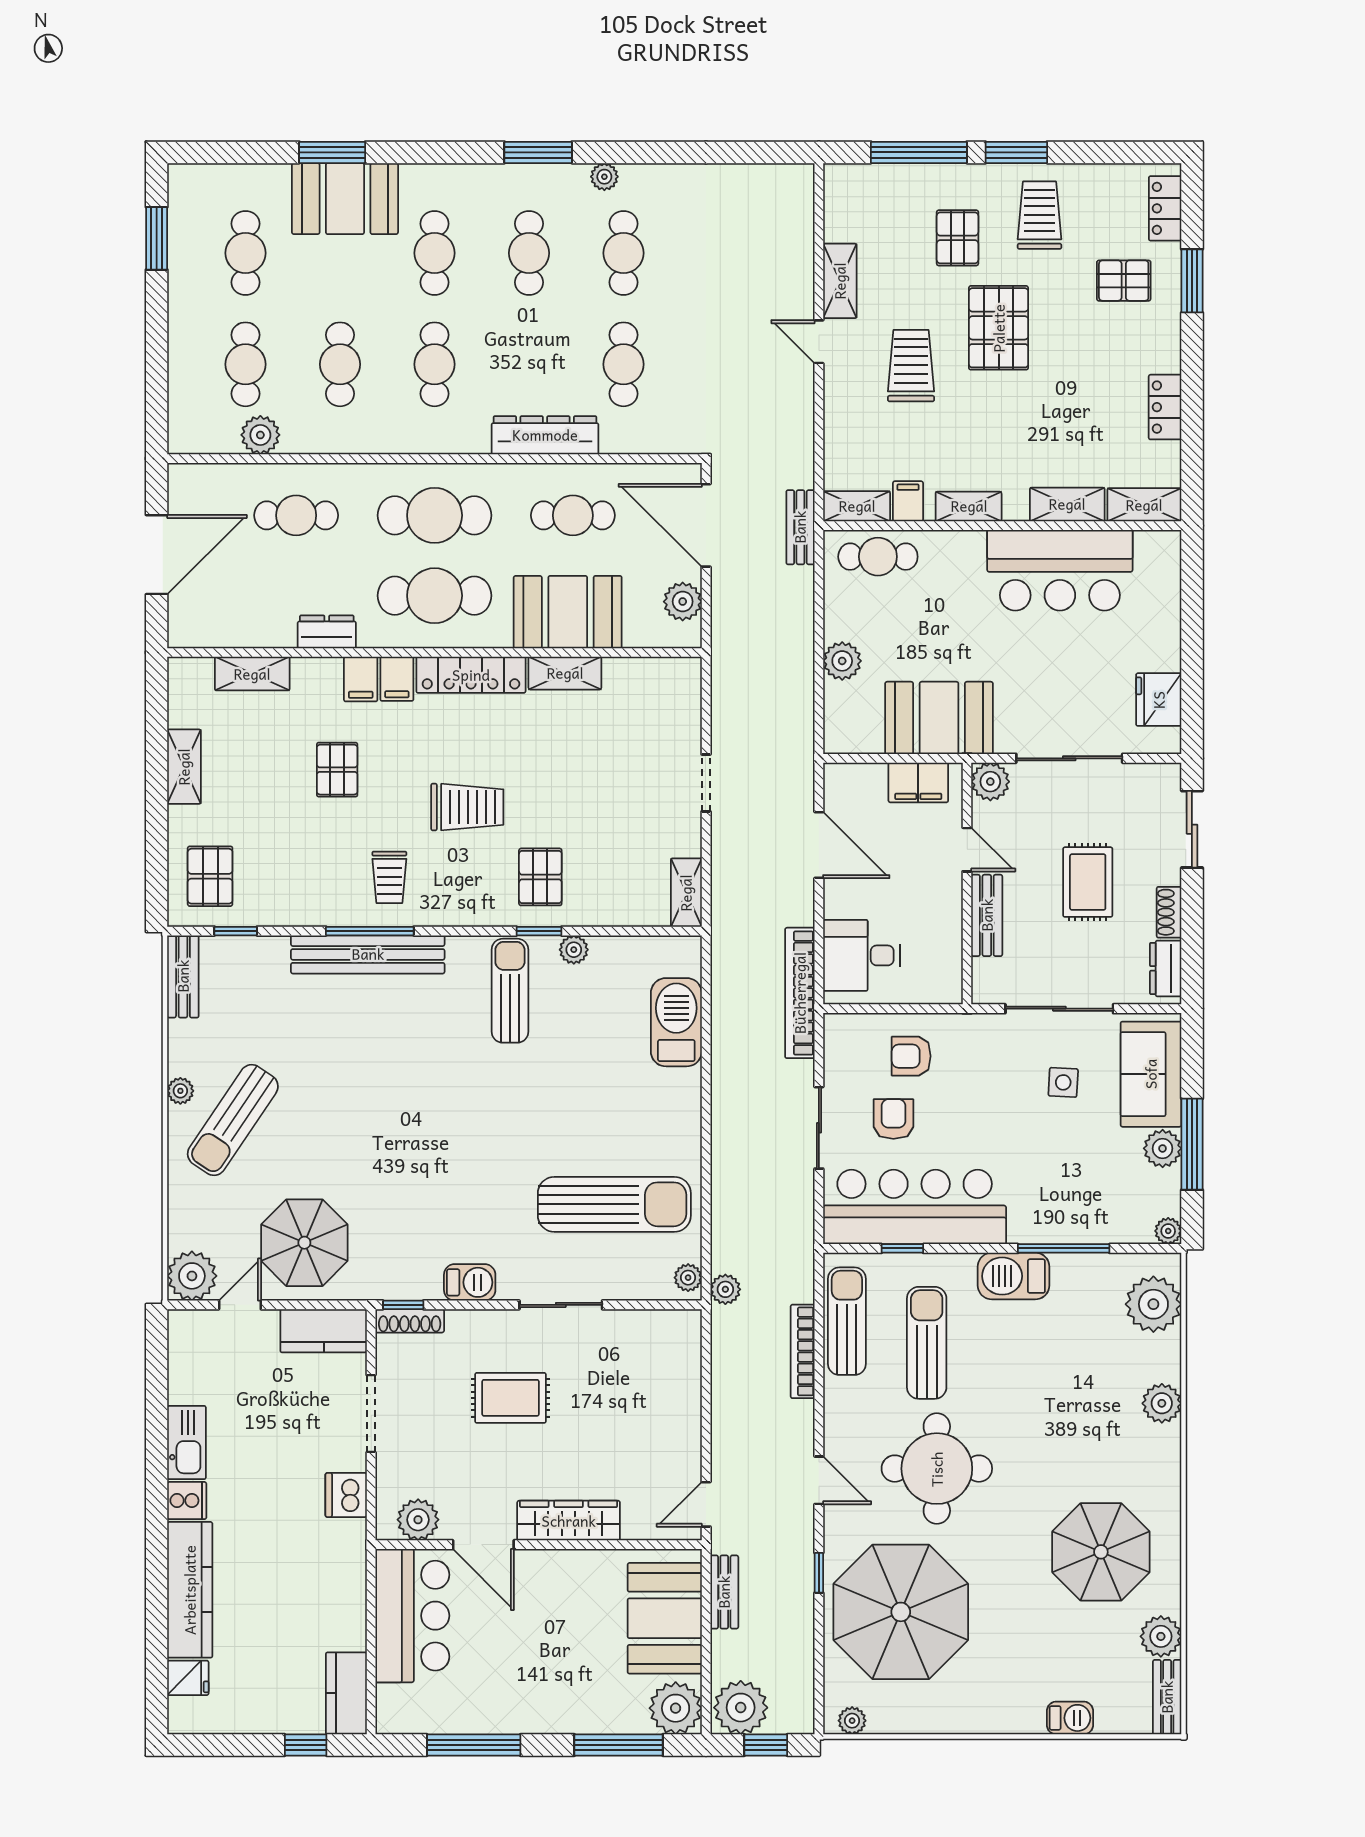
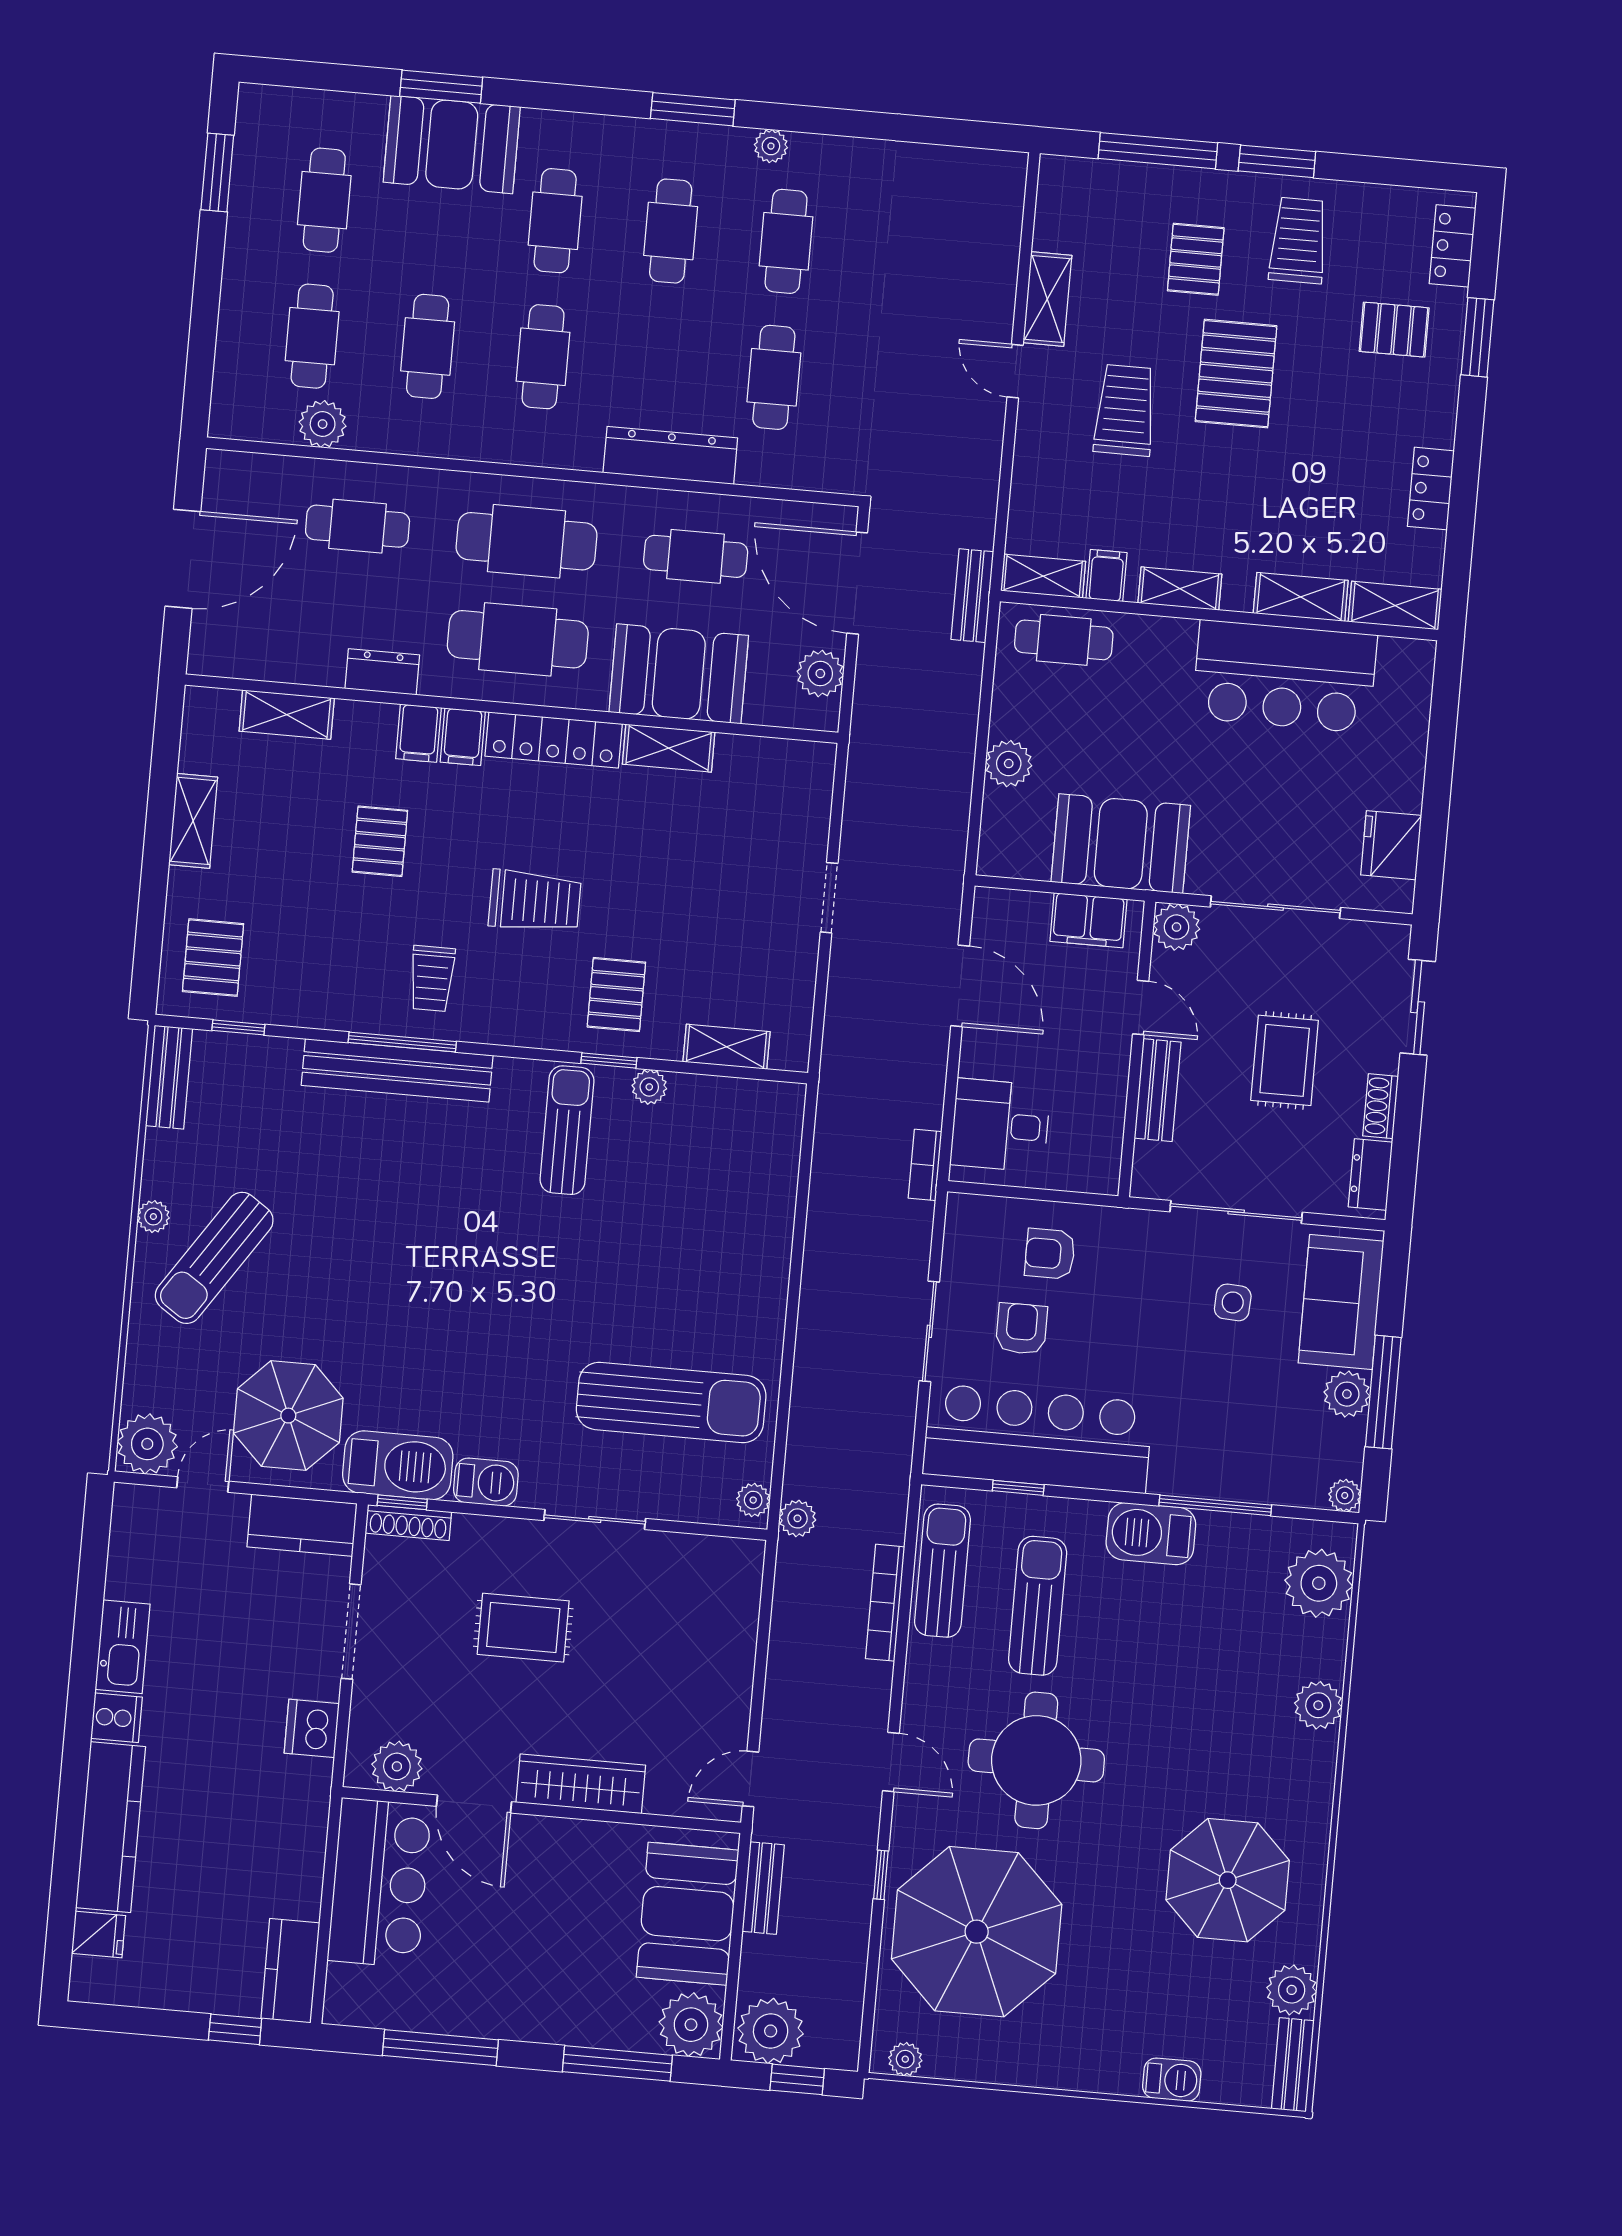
shelving: (686, 893) -> (727, 1047), moved, turned 90
bookcase: (800, 993) -> (925, 1165), width x0.43, depth x0.76
barbecue: (676, 1022) -> (398, 1465), moved, turned 90

